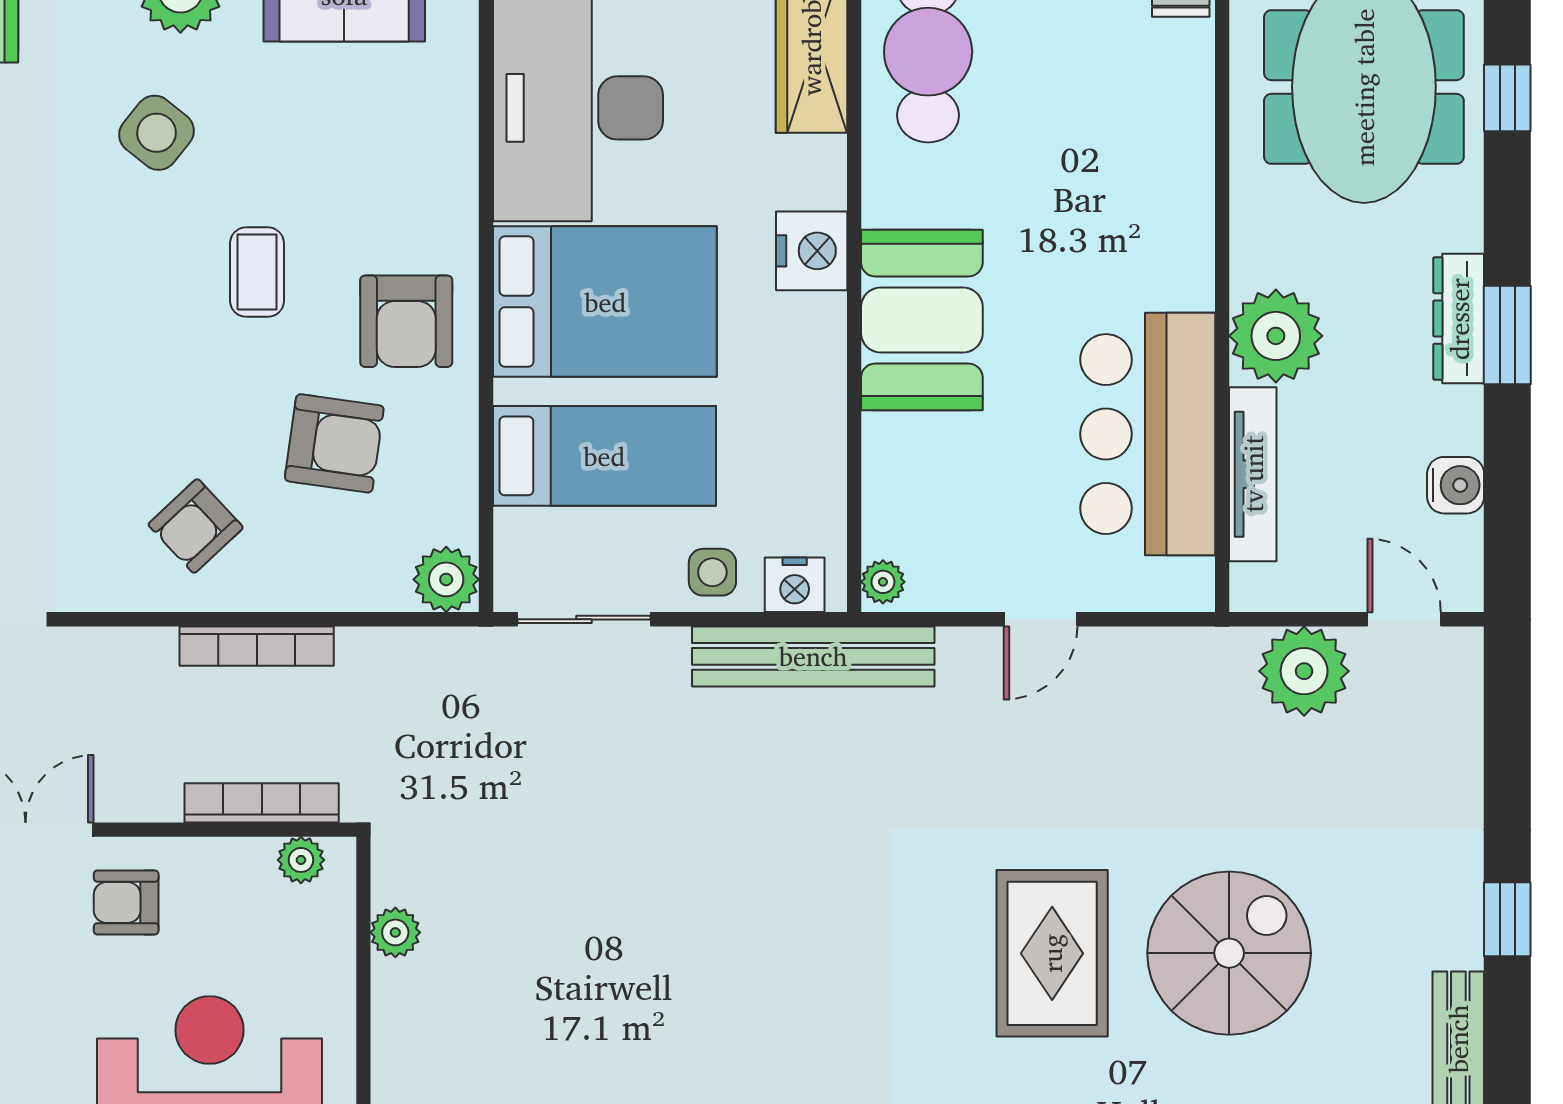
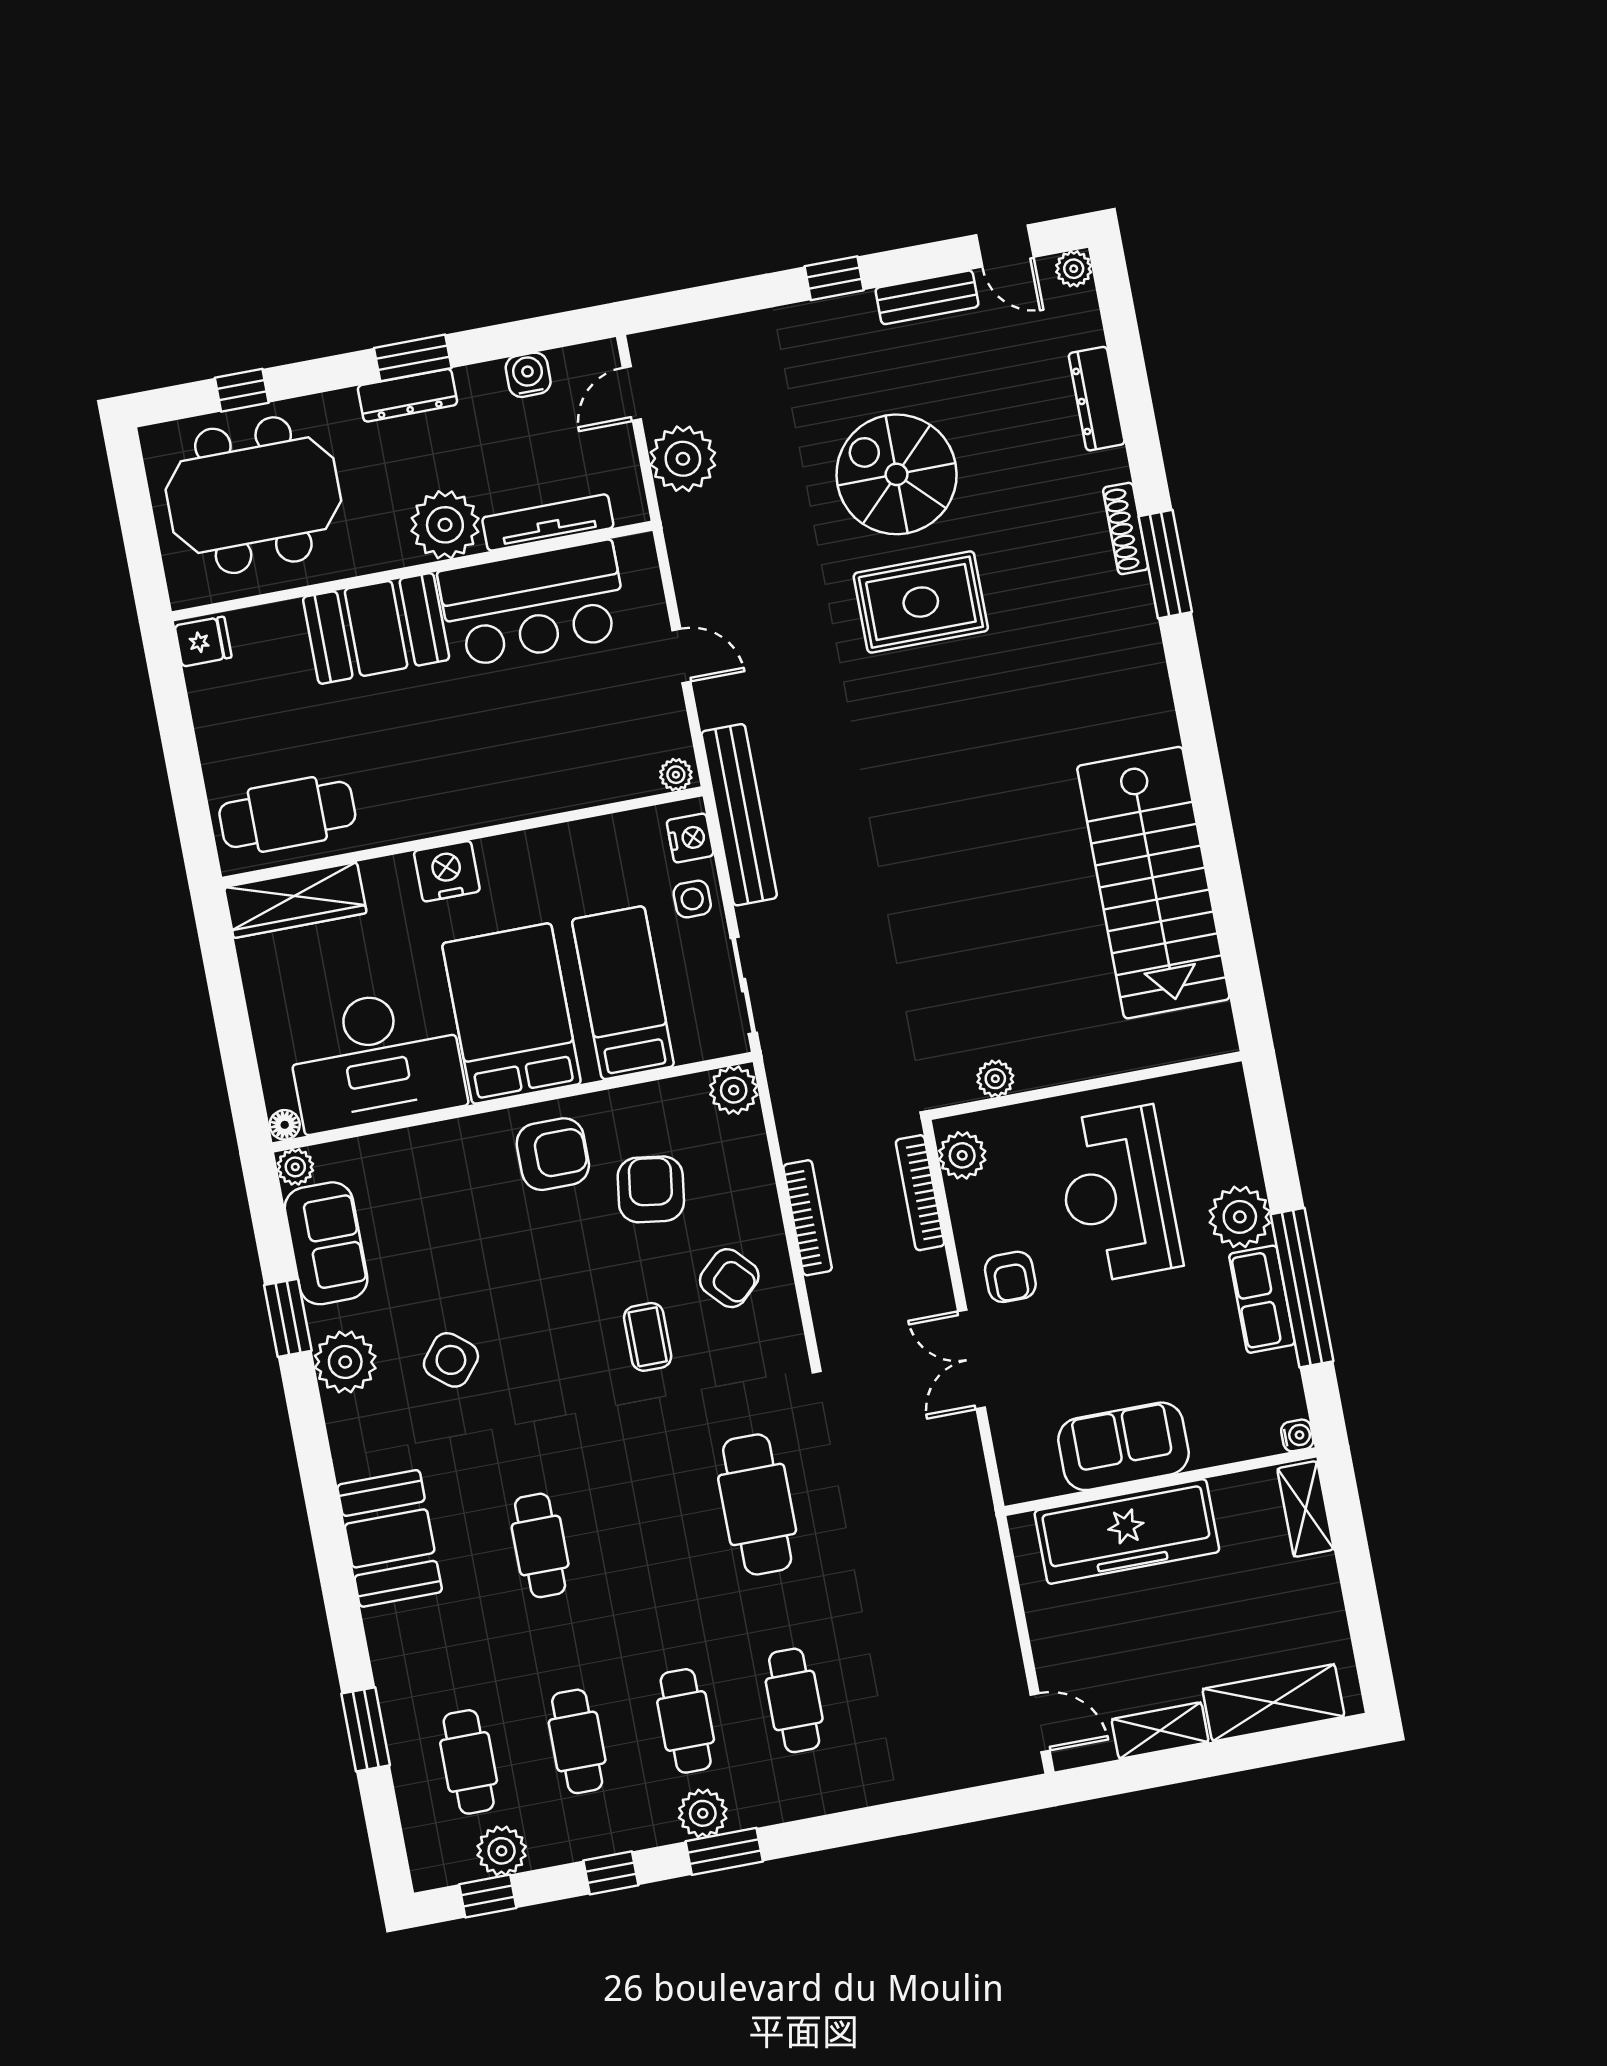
coffee table: (257, 272) -> (648, 1337), moved, turned 90
booth: (922, 320) -> (376, 628), moved
plant: (301, 860) -> (962, 1155), width x1.38, depth x1.38

